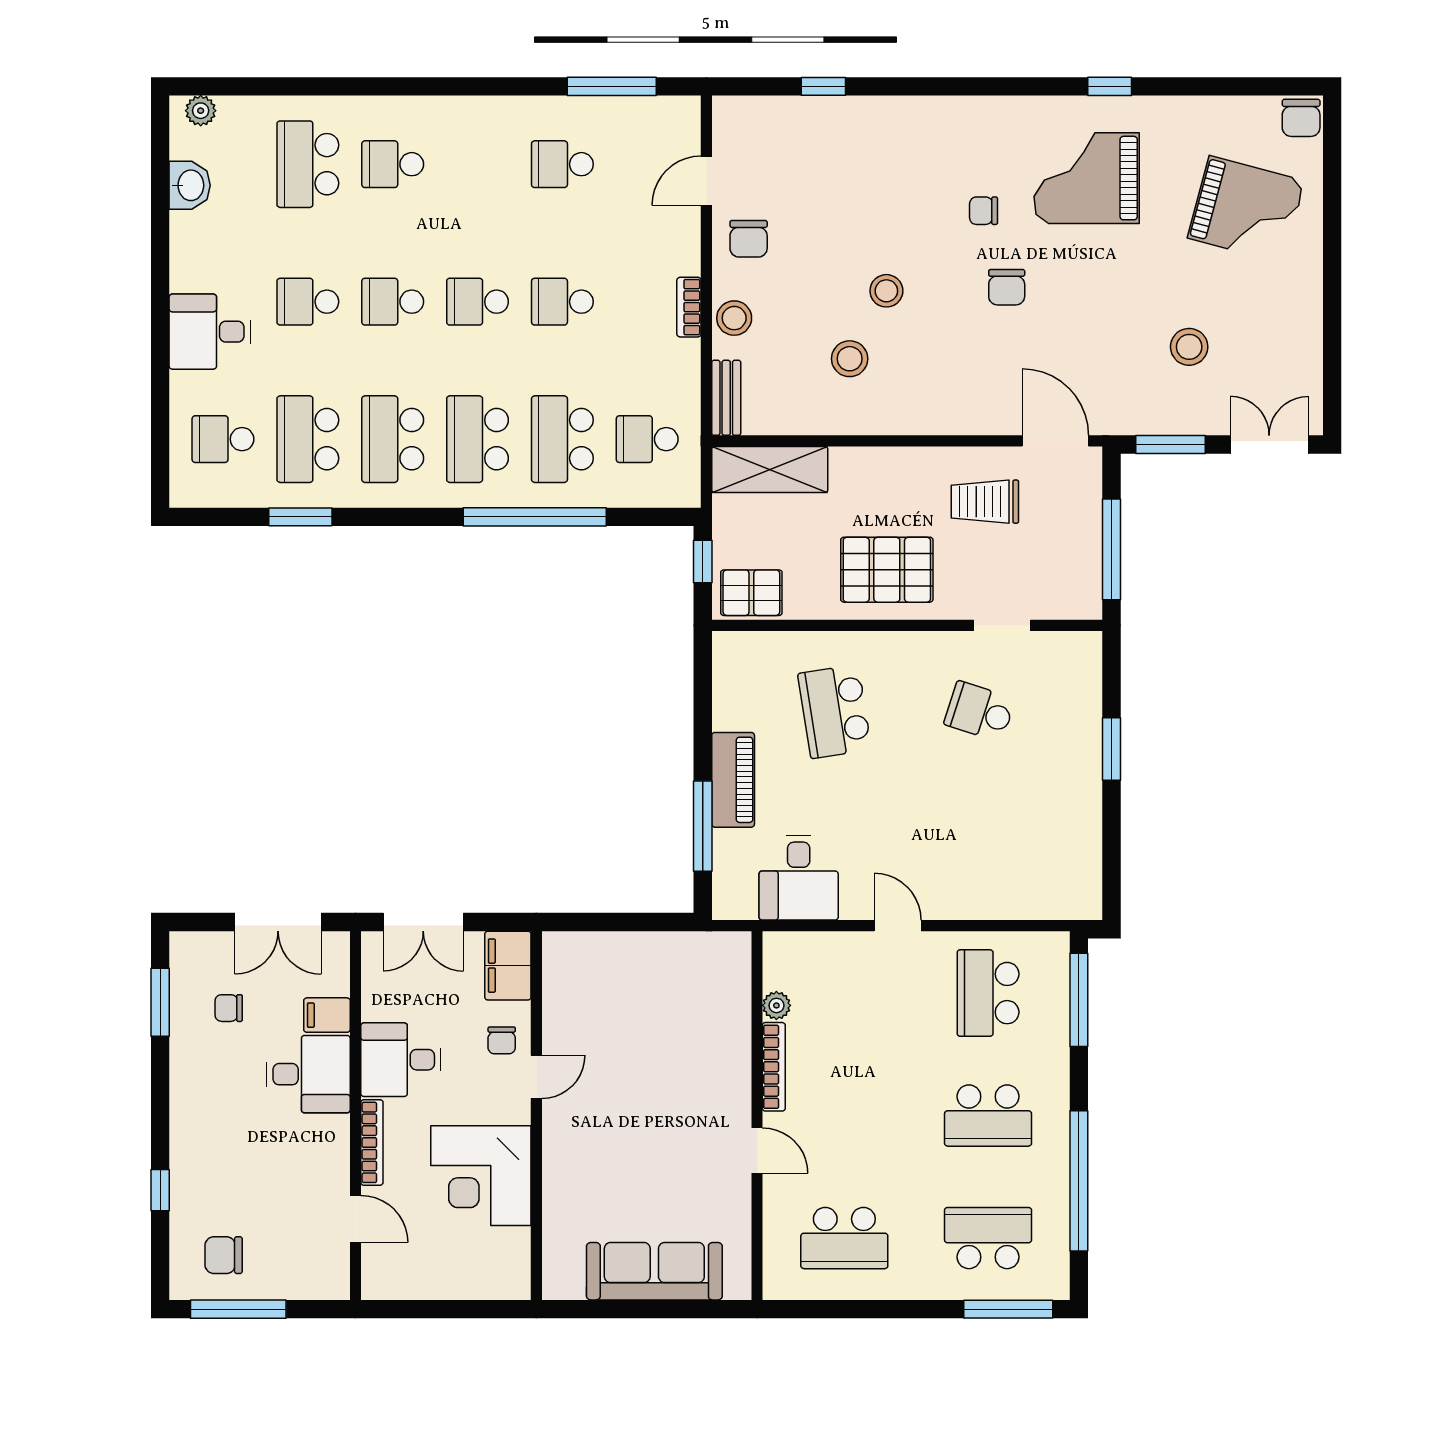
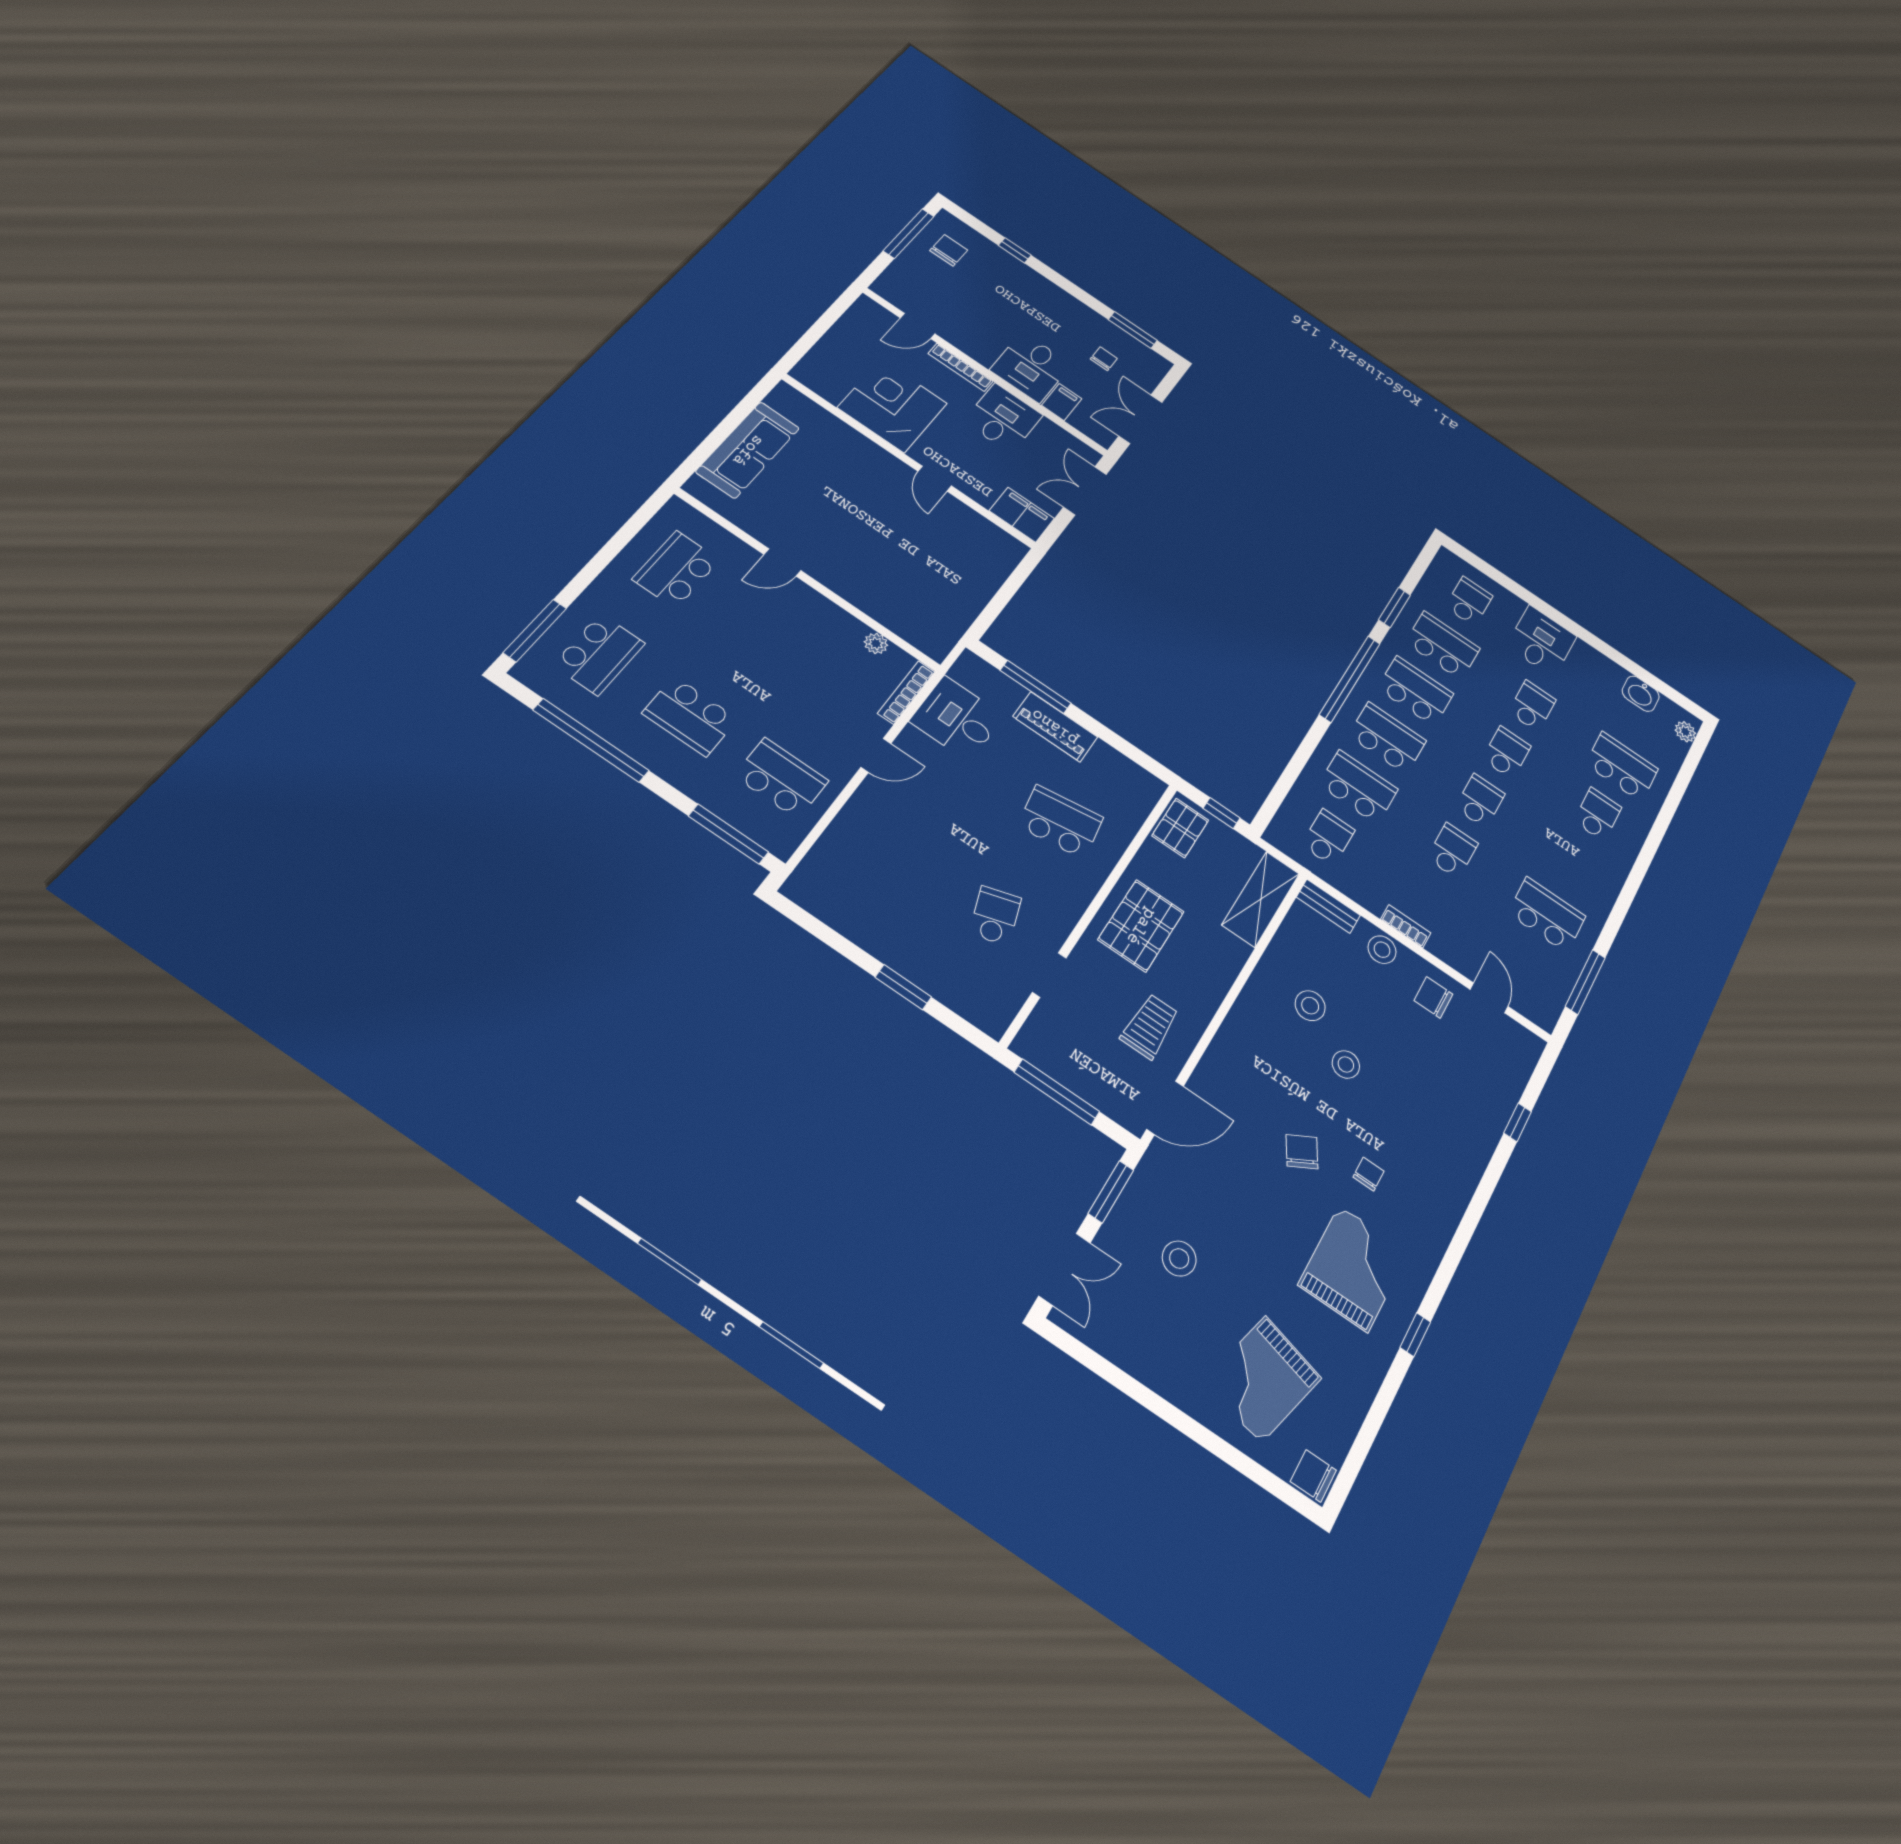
school desk: (562, 164) -> (1547, 915), width x1.85
chair: (1007, 287) -> (1302, 1152), turned 60
window: (535, 517) -> (1350, 679), moved
school desk: (980, 712) -> (995, 916), turned -36
chair: (502, 1040) -> (974, 477), removed
bookcase: (774, 1067) -> (906, 692), moved, turned 90
school desk: (988, 1116) -> (690, 716), turned -90

